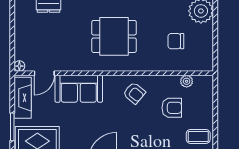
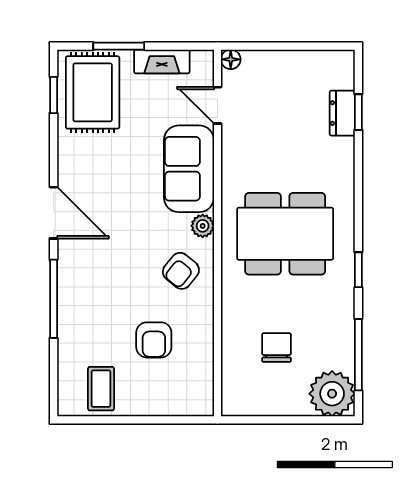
dining table: (114, 36) -> (285, 234), width x1.38
plant: (187, 81) -> (203, 226), moved
fireplace: (23, 98) -> (162, 61), width x0.73, depth x0.76

